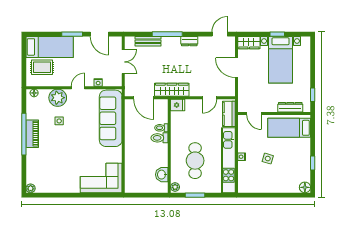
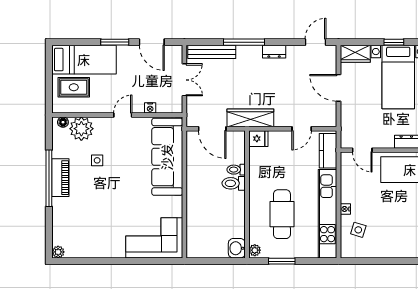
bench: (148, 41) -> (212, 52), width x1.36
plant: (58, 98) -> (81, 129), moved
side table: (268, 159) -> (358, 230), moved
washbasin: (162, 175) -> (237, 248), moved

